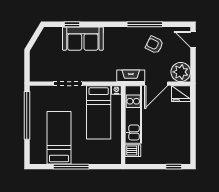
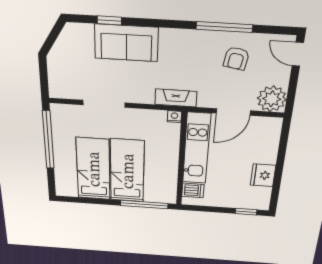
armchair: (154, 45) -> (236, 58), turned -106
fireplace: (131, 76) -> (176, 98), moved
fridge: (181, 94) -> (263, 175), moved, turned 90
bed: (99, 112) -> (127, 171), moved, turned 180
window: (71, 167) -> (144, 204), moved

